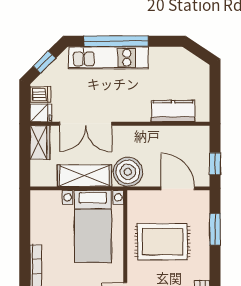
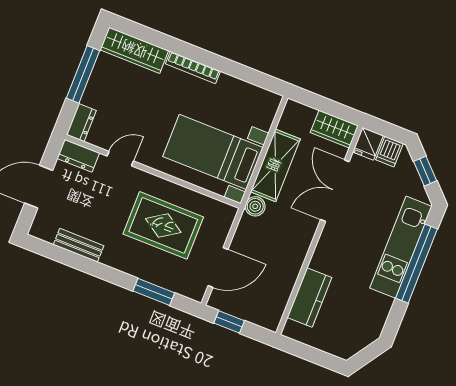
boiler: (128, 172) -> (255, 206), width x0.54, depth x0.54
rug: (163, 242) -> (163, 225), turned 90

